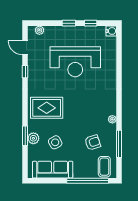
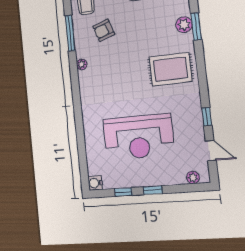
reception desk: (75, 62) -> (138, 137), turned 180
side table: (55, 142) -> (153, 23), removed

